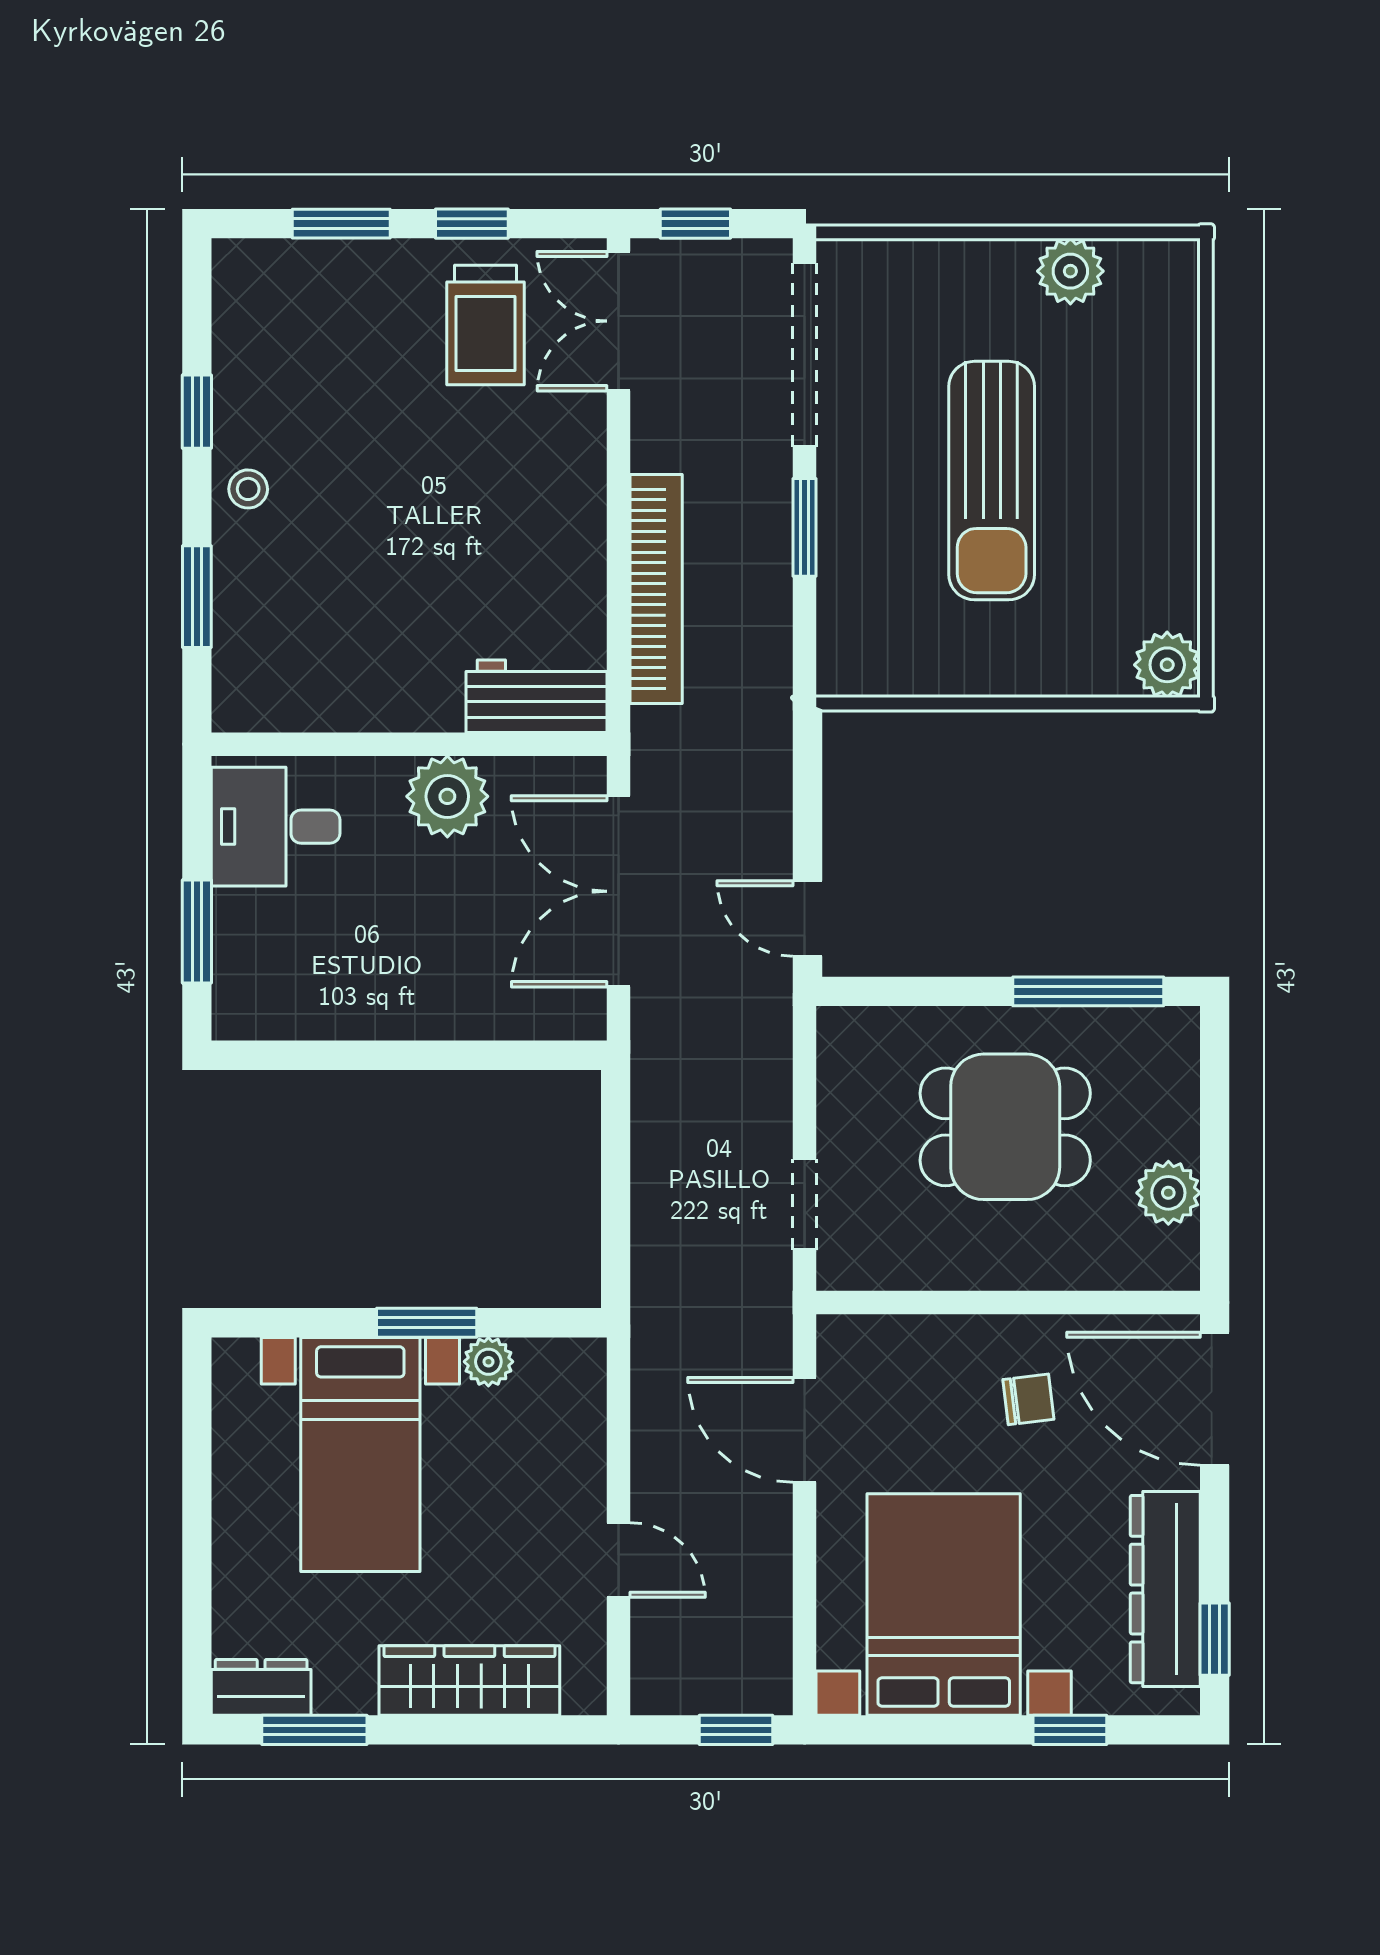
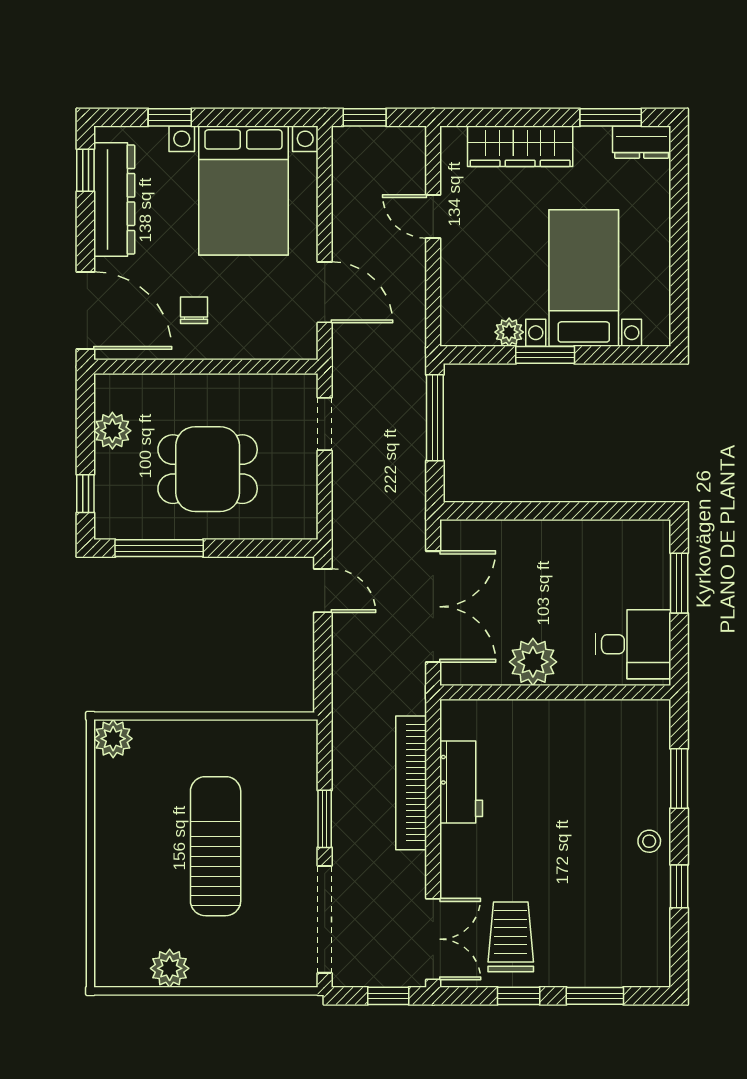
workbench: (536, 696) -> (461, 782), moved, turned -90
window: (1215, 1085) -> (85, 494), added
window: (616, 1215) -> (435, 418), added
chair: (1028, 1399) -> (194, 310), turned 97

